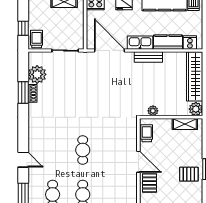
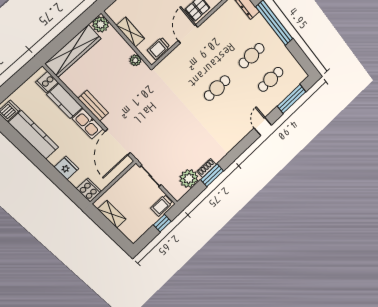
shelving: (185, 124) -> (130, 32), moved

